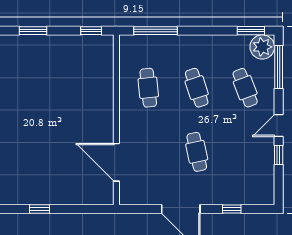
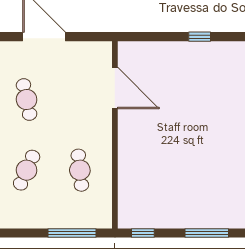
window: (33, 31) -> (207, 233), width x1.44
cafe table: (197, 88) -> (27, 170), turned 42

